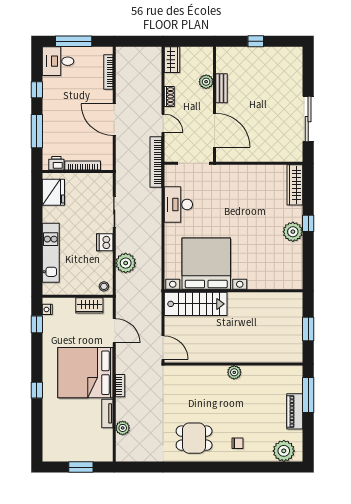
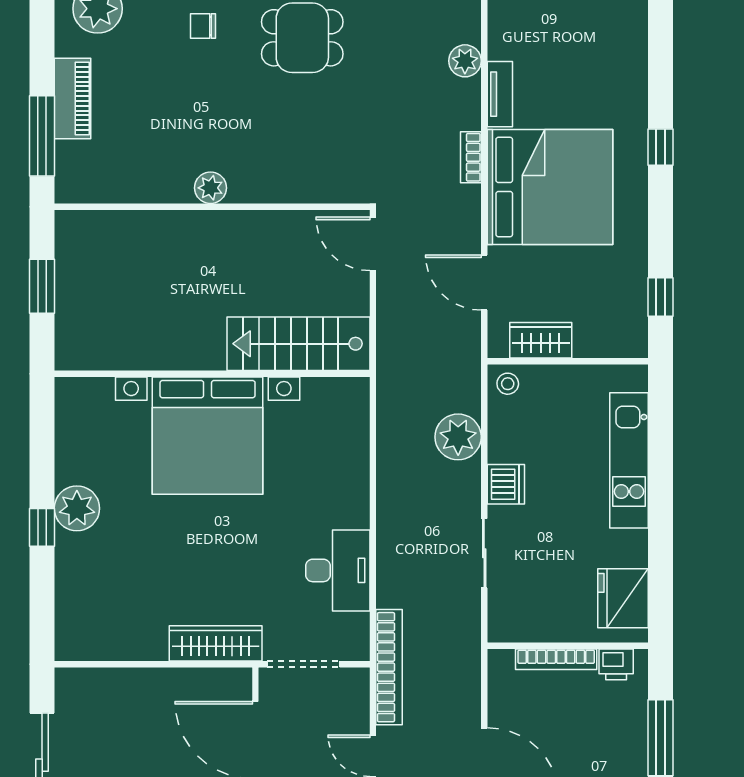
wardrobe: (295, 185) -> (216, 643), moved, turned -90
bed with nightstands: (206, 264) -> (208, 436), moved
nightstand: (47, 309) -> (637, 331), removed

